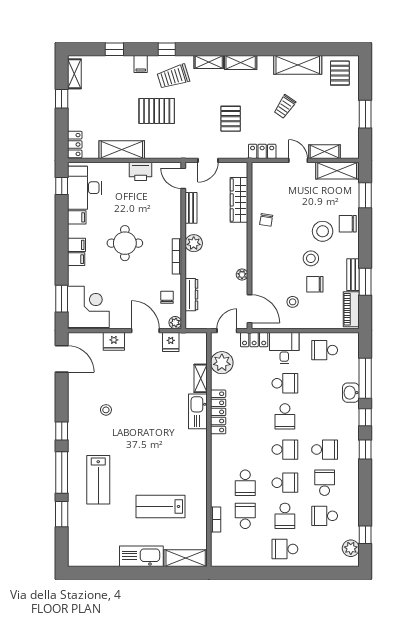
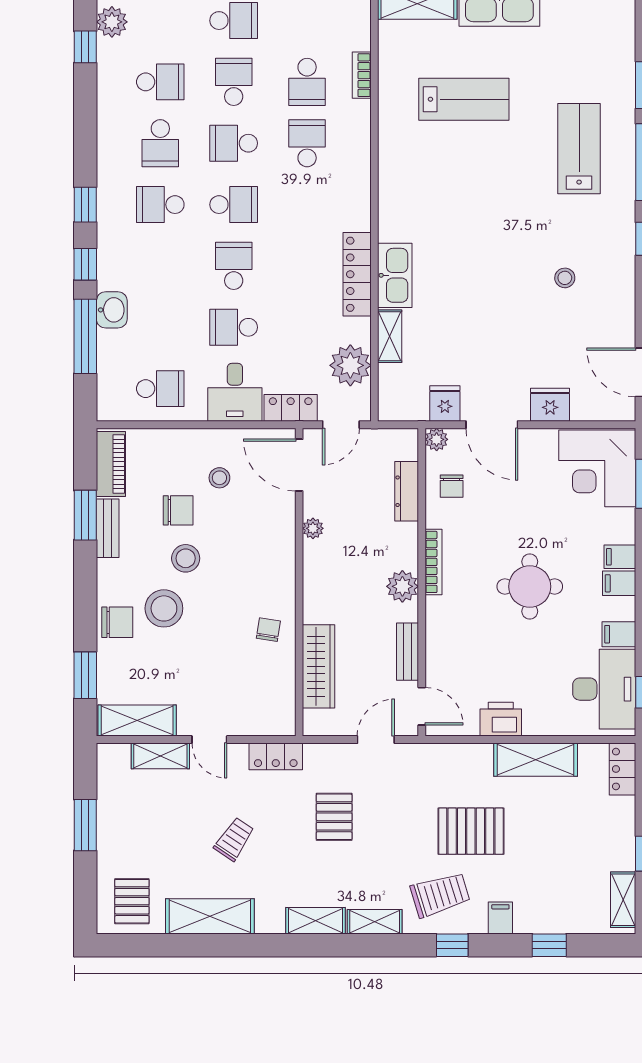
school desk: (285, 450) -> (234, 205), turned 180

